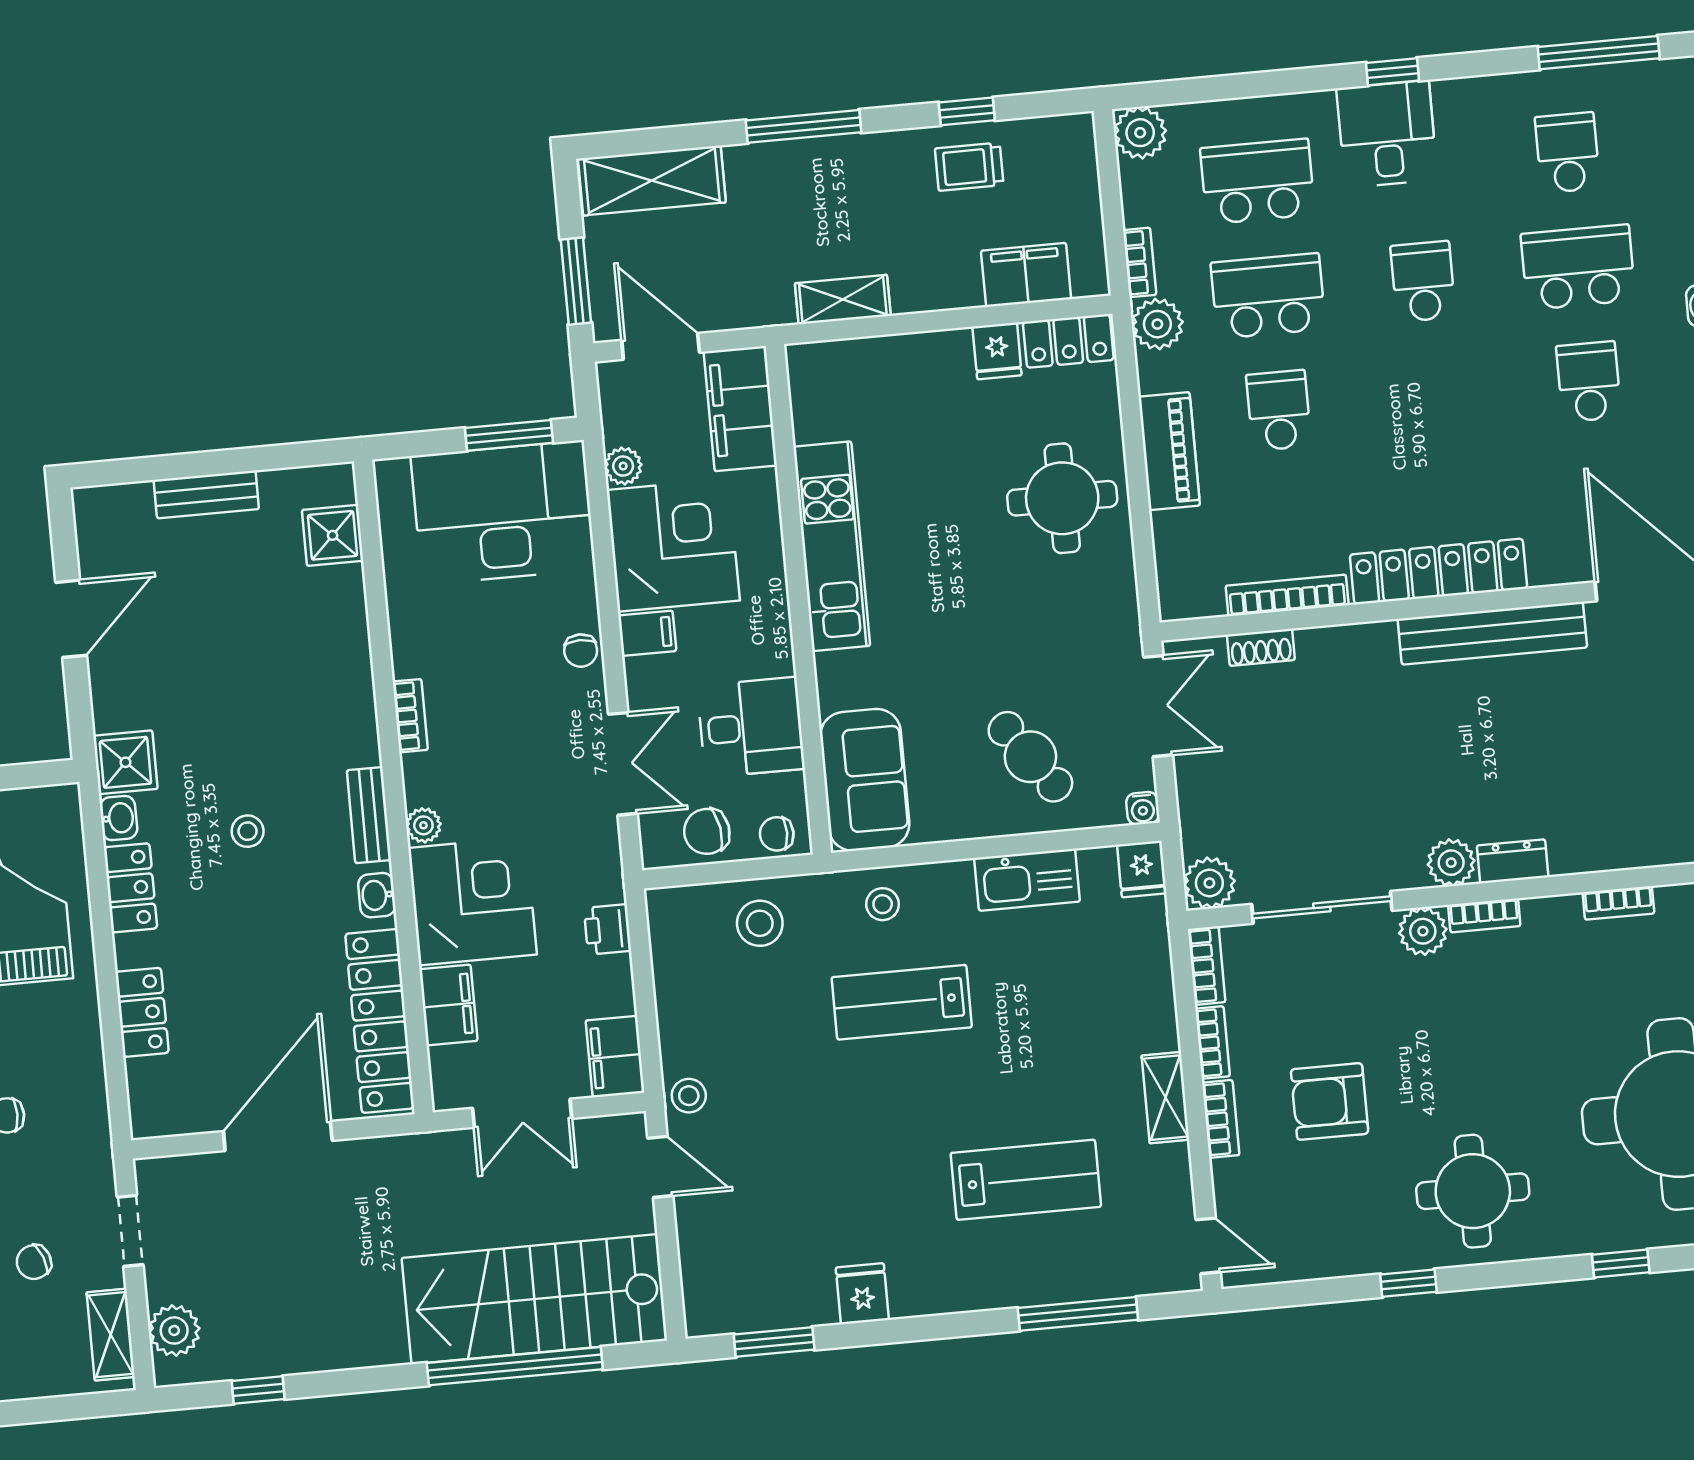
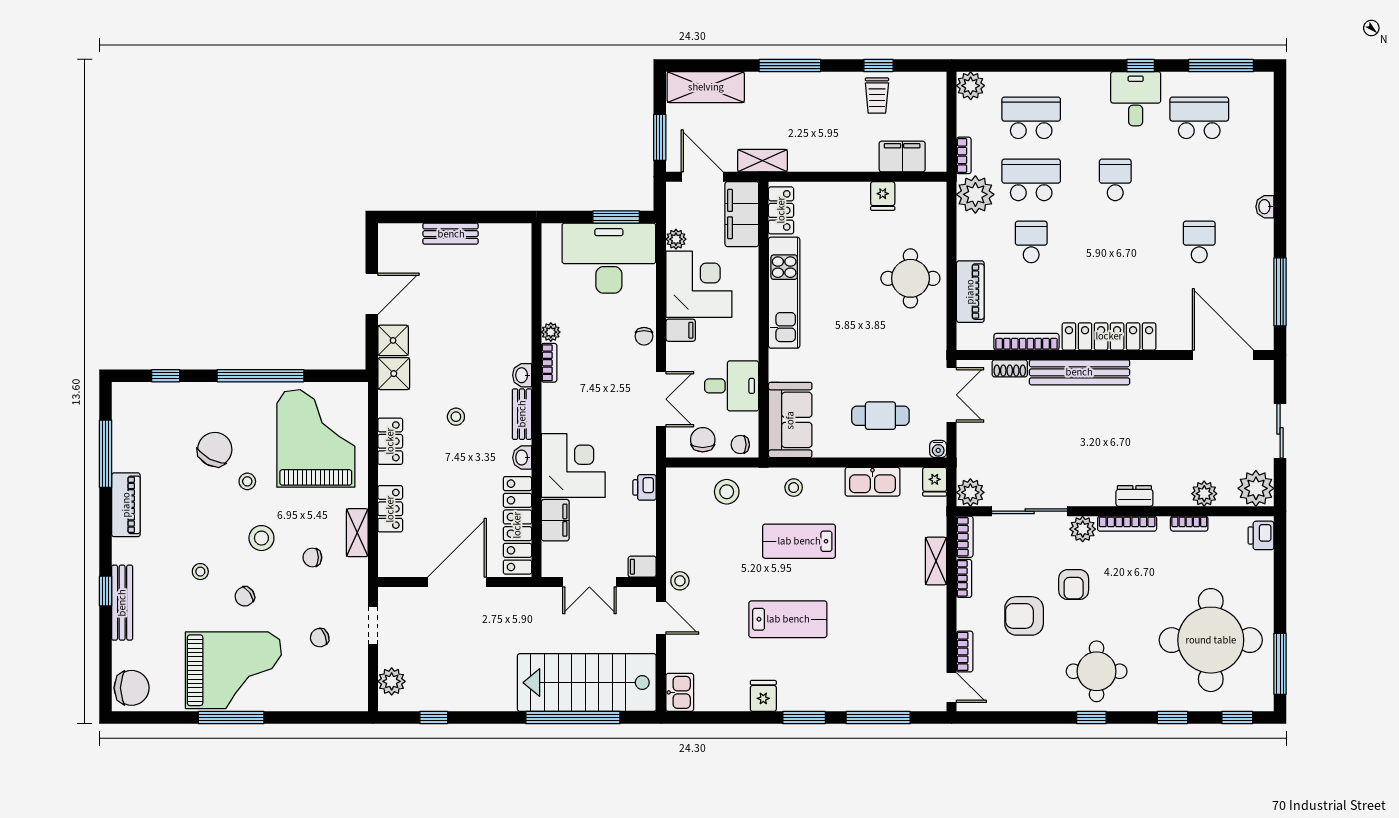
window: (1392, 72) -> (1141, 66), moved
desk: (1387, 134) -> (1136, 99), moved
school desk: (1567, 153) -> (1199, 118), width x1.85
trolley: (969, 167) -> (877, 95), turned -90
school desk: (1578, 267) -> (1199, 180), removed
shelving: (843, 300) -> (762, 161), moved
plant: (1157, 324) -> (975, 194), width x1.36, depth x1.36
locker: (1068, 341) -> (781, 210), moved, turned -90
piano: (1169, 451) -> (970, 292), moved
shower: (333, 535) -> (393, 340), moved
bench: (1492, 633) -> (1079, 372), moved
cafe table: (1030, 757) -> (880, 416), turned -54
washbasin: (119, 818) -> (522, 375), moved, turned 180
plant: (423, 825) -> (551, 332), moved
chair: (707, 831) -> (703, 440), turned 99
plant: (1451, 863) -> (1204, 494), moved
bookcase: (1484, 915) -> (1127, 524), width x1.56
armchair: (1416, 1035) -> (1074, 585), added
filing cabinet: (615, 1057) -> (642, 567), width x0.50
shelving: (1165, 1098) -> (936, 561), moved
bookcase: (1221, 1119) -> (965, 651), moved
lab bench: (1026, 1180) -> (788, 619), moved
window: (1408, 1283) -> (1091, 718), moved
kitchen sink: (708, 1301) -> (680, 692), added
shelving: (111, 1335) -> (357, 533), moved
window: (774, 1342) -> (804, 718), moved

